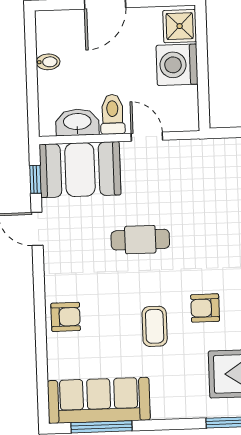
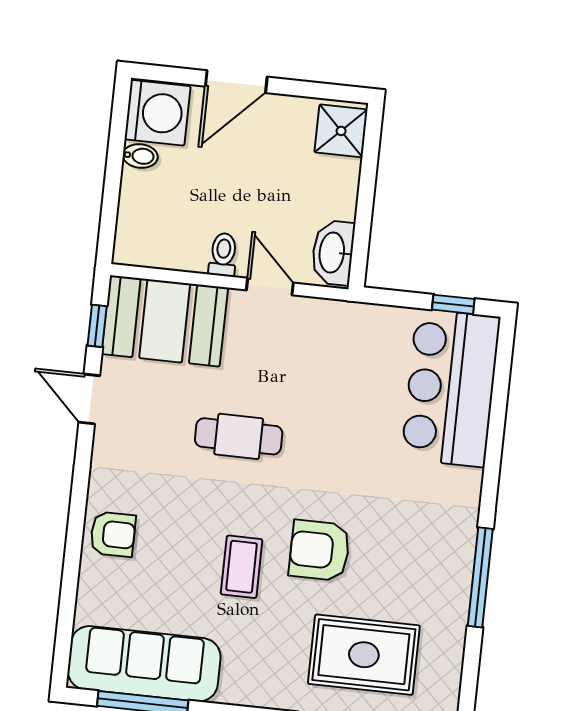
washing machine: (177, 65) -> (157, 113), moved, turned 180
toilet: (112, 114) -> (223, 255), width x0.73, depth x0.72
washbasin: (77, 122) -> (333, 253), moved, turned -90
armchair: (205, 308) -> (319, 550), width x1.38, depth x1.38

